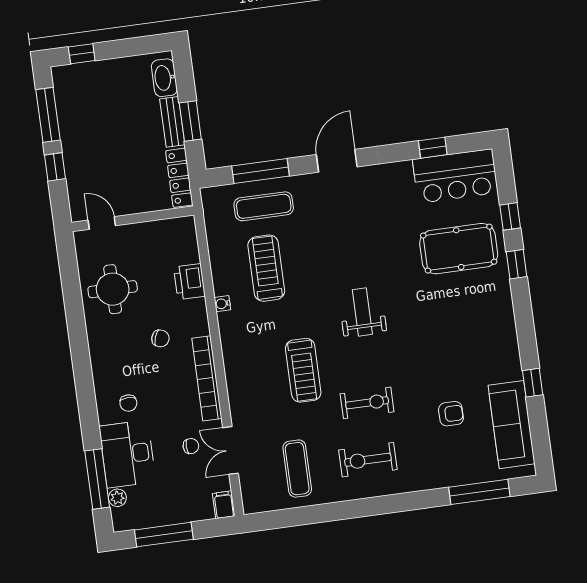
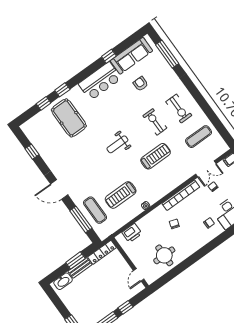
bar counter: (455, 176) -> (100, 81), moved, turned 90
printer: (189, 282) -> (132, 233), moved

